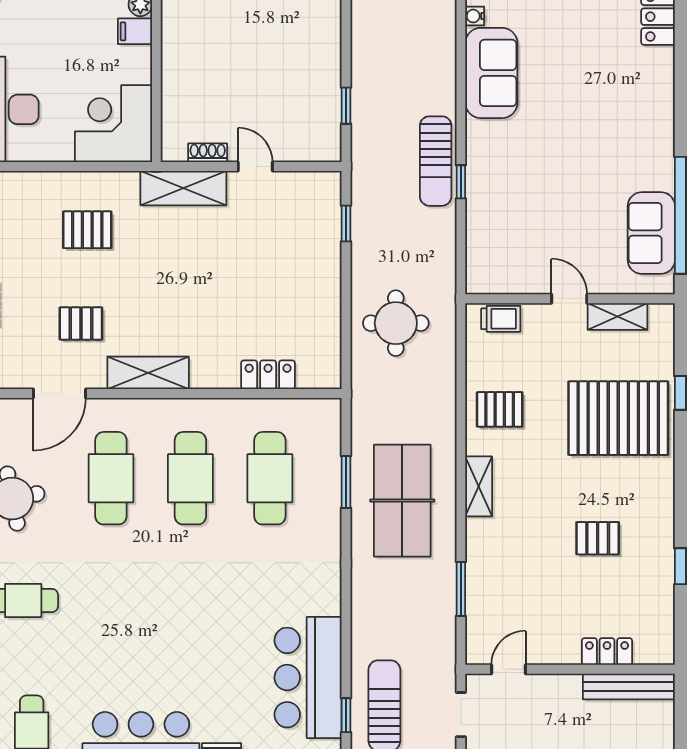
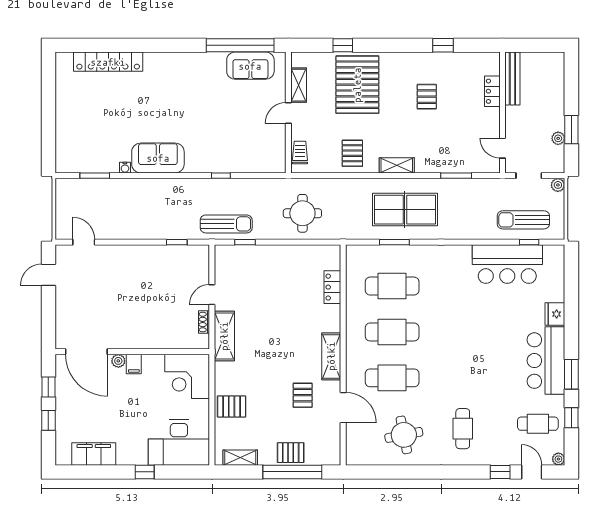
sun lounger: (436, 161) -> (226, 224), moved
pallet: (87, 230) -> (232, 406), moved, turned 90

